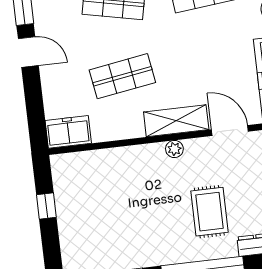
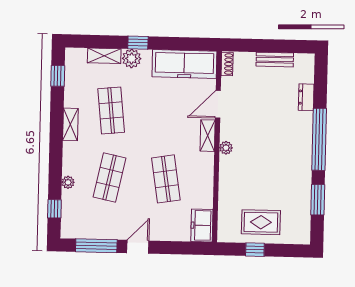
shelving: (176, 121) -> (208, 136), width x0.67, depth x0.75
rug: (209, 212) -> (261, 222), moved

